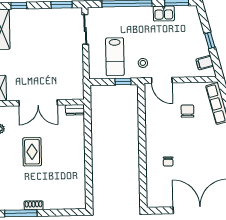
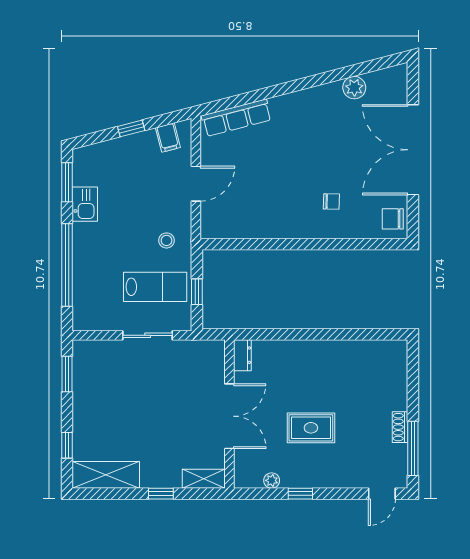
sliding door: (85, 29) -> (148, 335), moved
door: (162, 80) -> (196, 184), moved
window: (123, 82) -> (197, 292), moved
chair: (187, 111) -> (393, 219), moved

